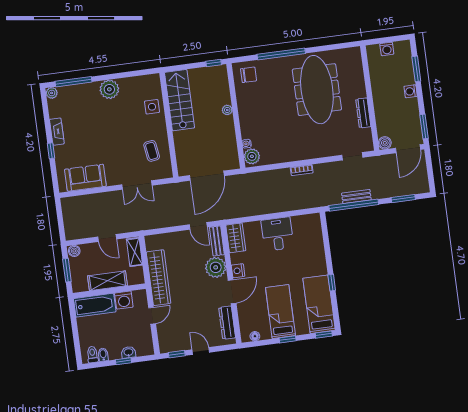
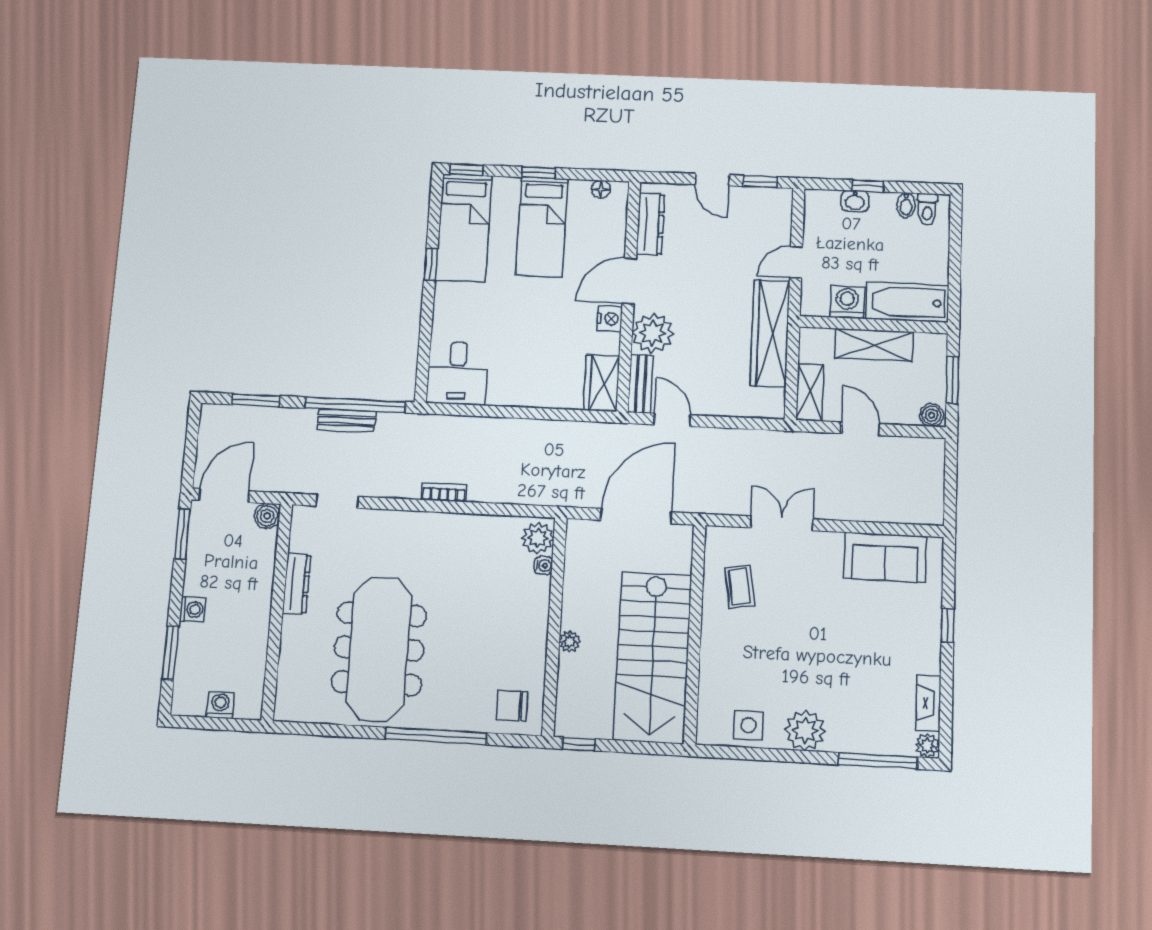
stairs: (180, 100) -> (653, 657), width x1.36, depth x1.51
side table: (152, 107) -> (748, 725), moved
fireplace: (57, 132) -> (928, 703), moved
desk: (277, 234) -> (457, 373), moved

